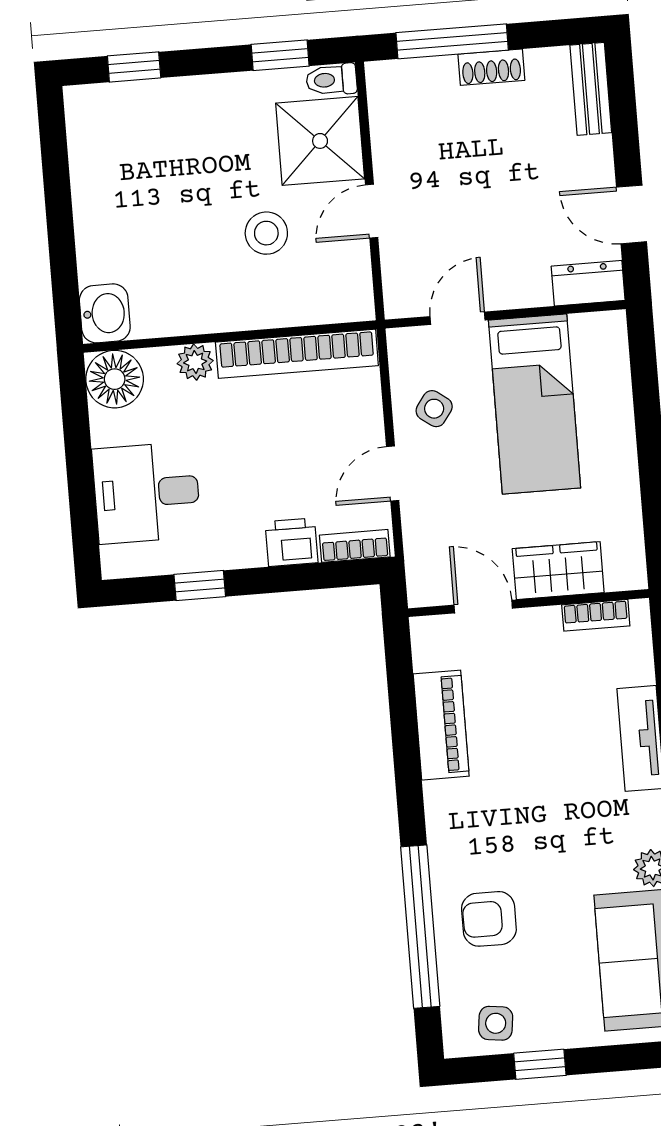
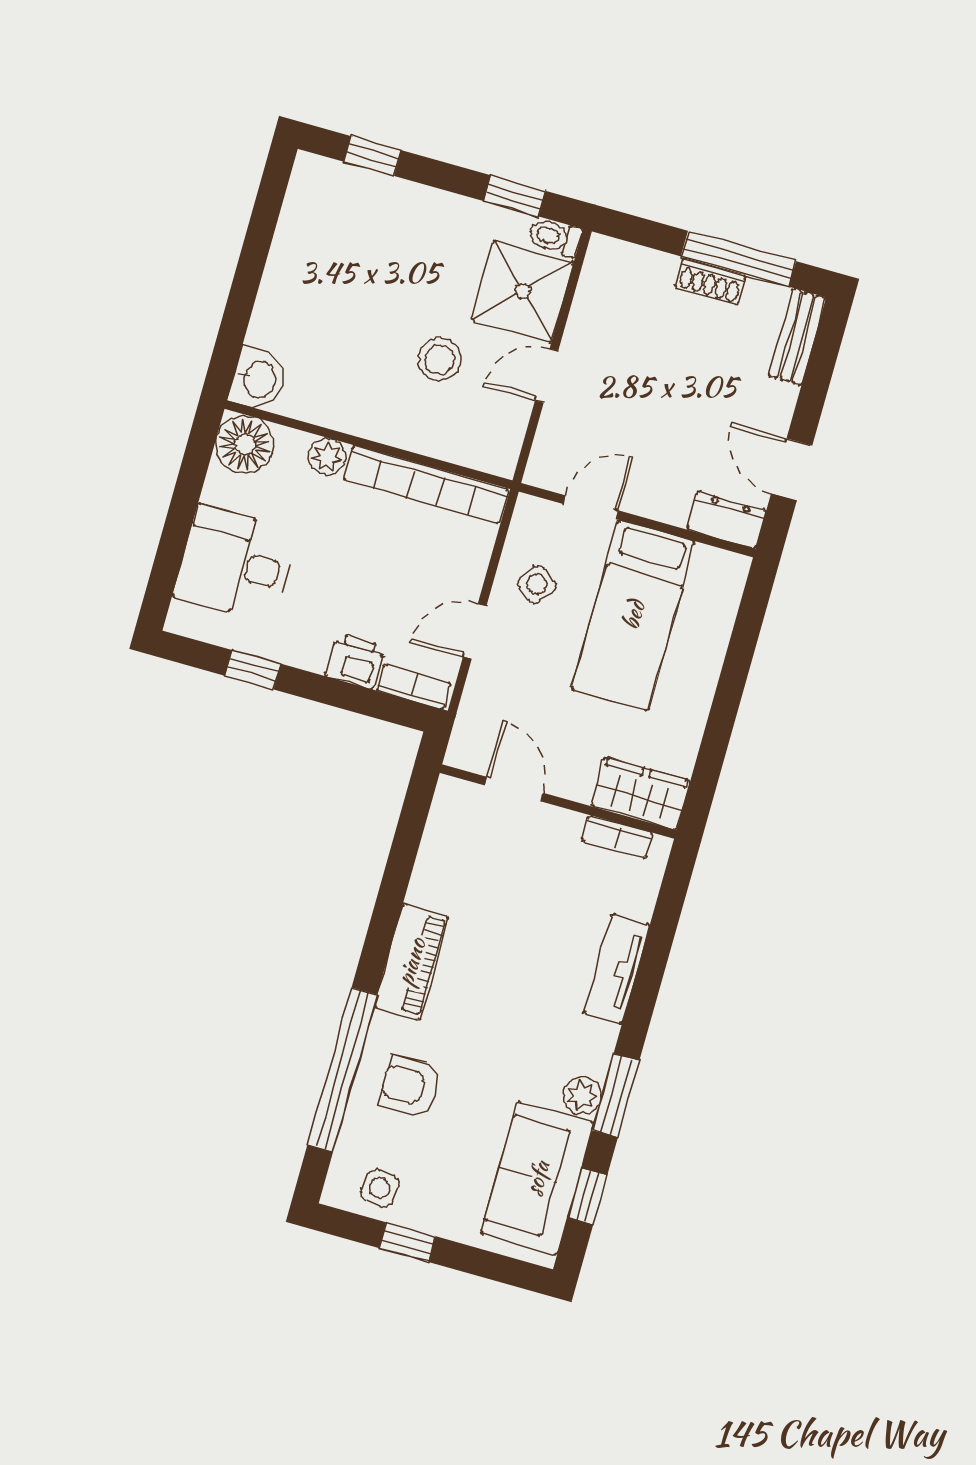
window: (452, 41) -> (738, 259), moved
wardrobe: (558, 571) -> (641, 793), moved
piano: (441, 725) -> (411, 962), moved

